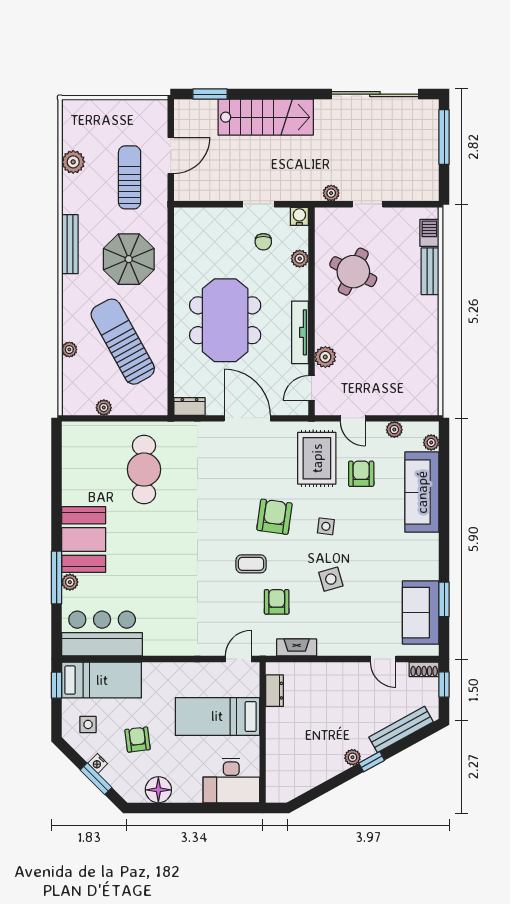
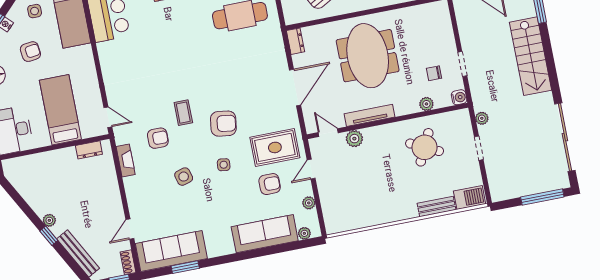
barbecue: (429, 233) -> (470, 197), width x1.38, depth x1.27
meeting table: (225, 320) -> (368, 56), turned 90
sofa: (421, 613) -> (171, 251), width x1.36

